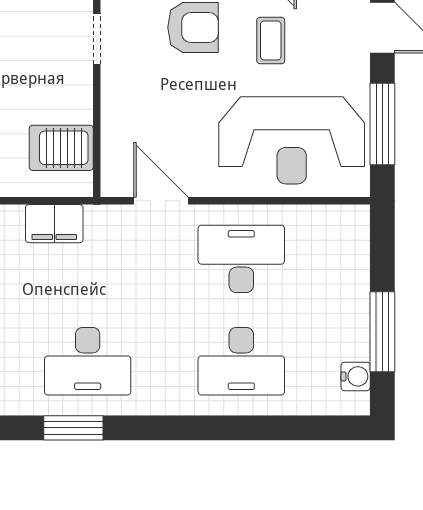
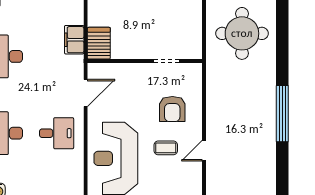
server rack: (61, 148) -> (99, 43), moved
desk: (241, 259) -> (57, 133), width x0.73

